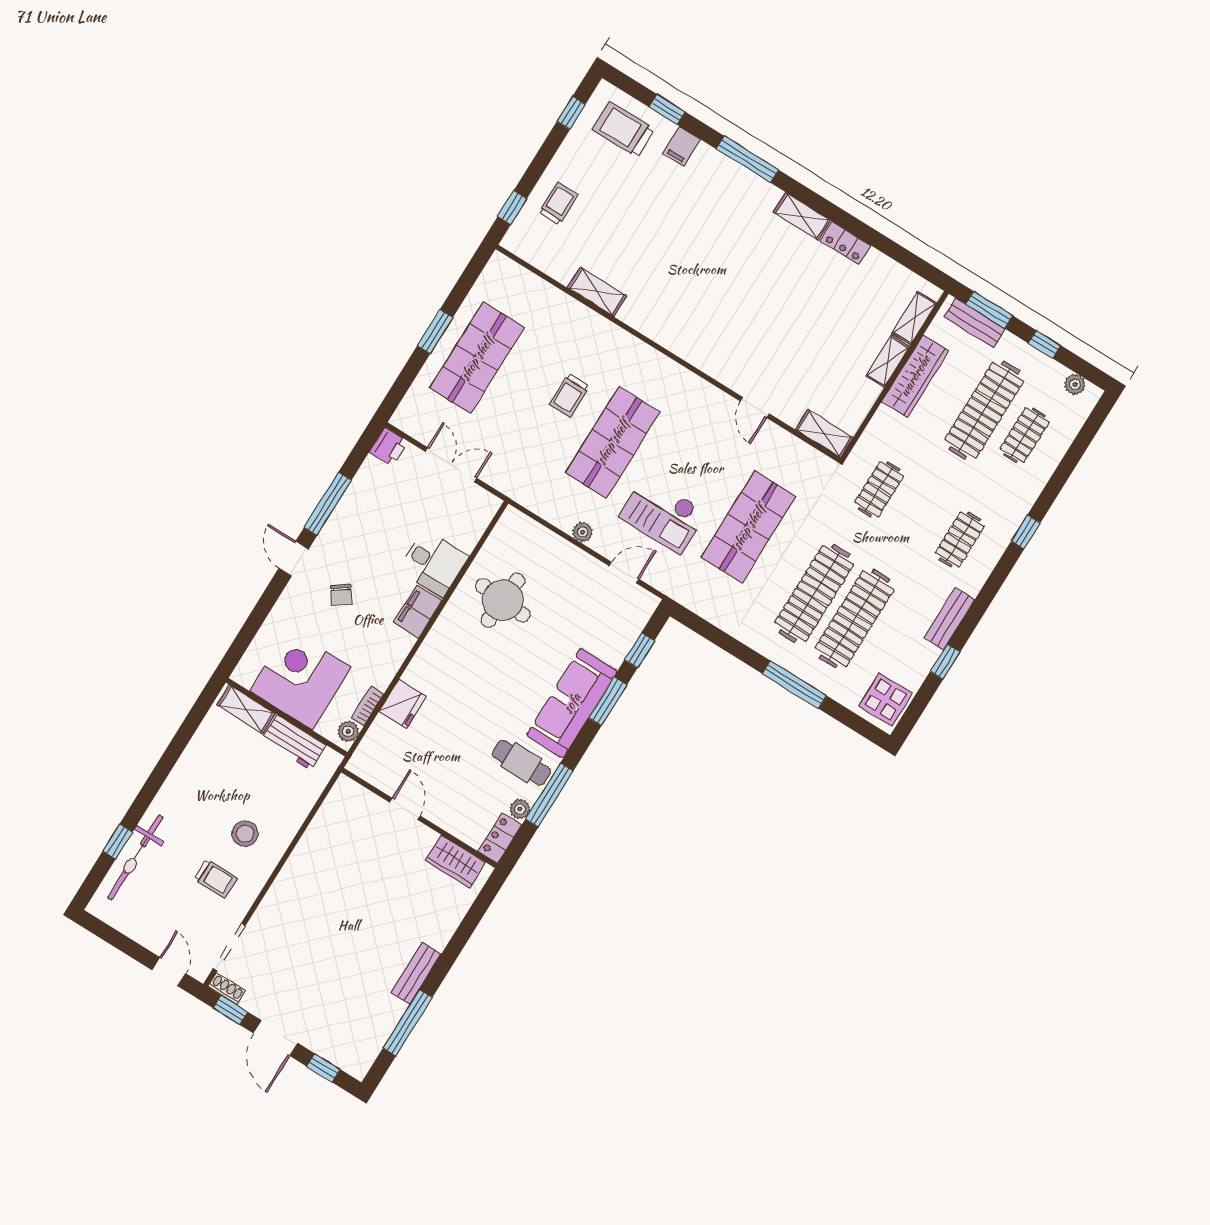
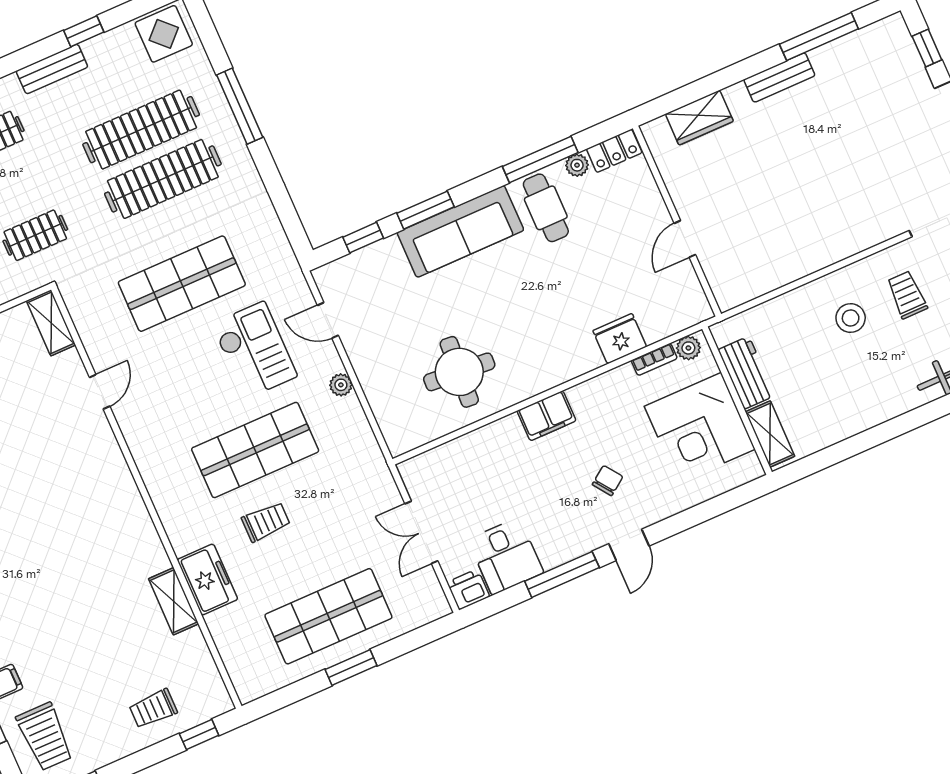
freezer: (583, 324) -> (207, 579), added
desk: (433, 563) -> (506, 556), moved, turned 180
wardrobe: (456, 861) -> (699, 118), moved, turned 90

